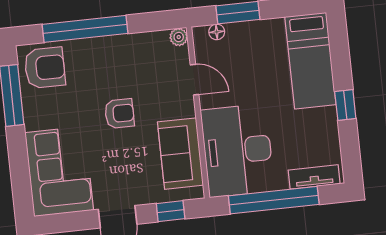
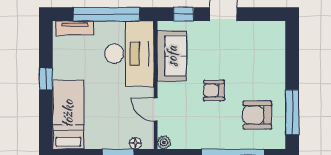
armchair: (45, 68) -> (257, 115), moved
corner sofa: (59, 171) -> (263, 52), removed

